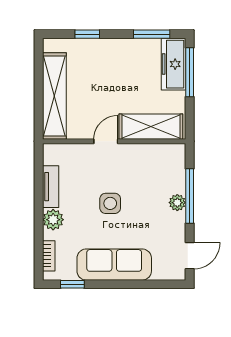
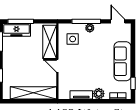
side table: (110, 203) -> (73, 39), moved

